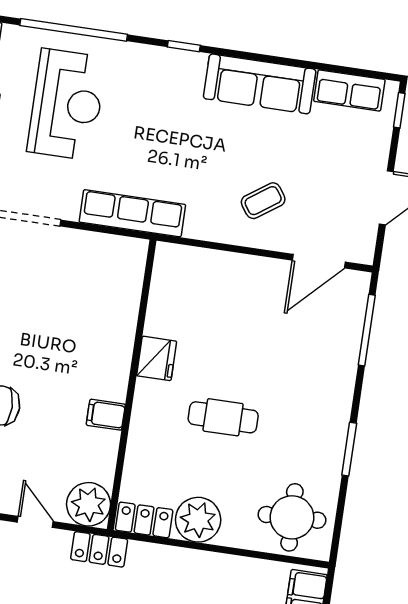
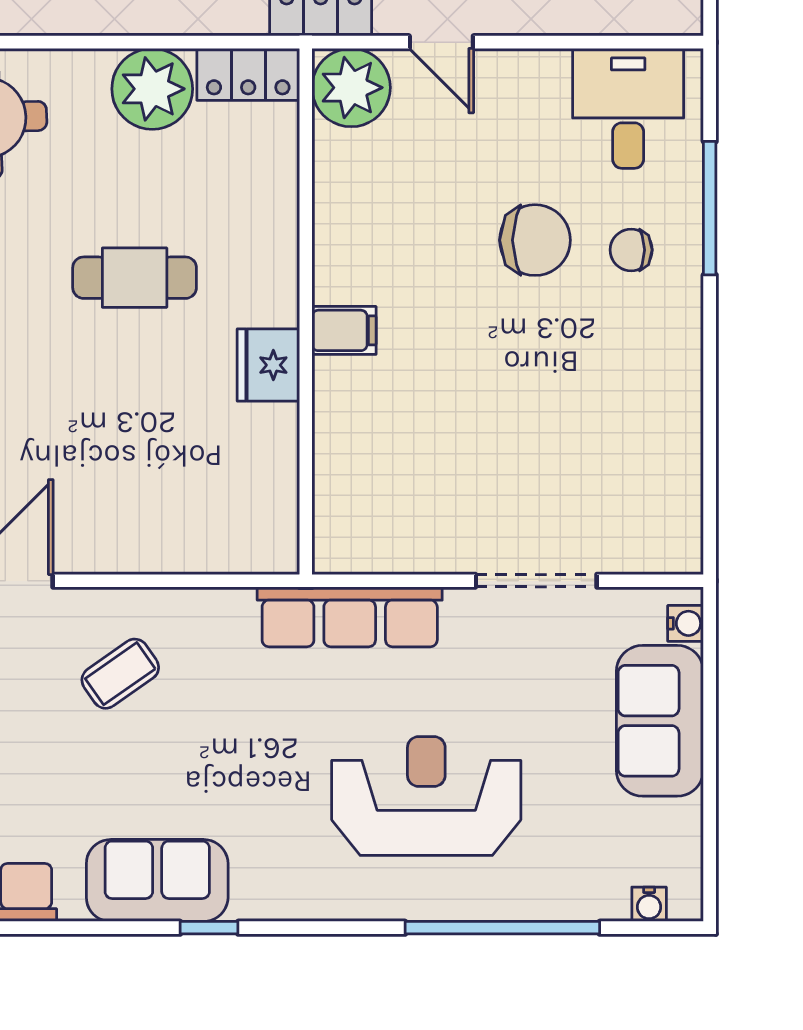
window: (184, 46) -> (209, 928), moved
sofa: (260, 84) -> (157, 880), width x0.73
reception desk: (67, 104) -> (426, 796), moved, turned 90
filing cabinet: (106, 415) -> (344, 330), moved

